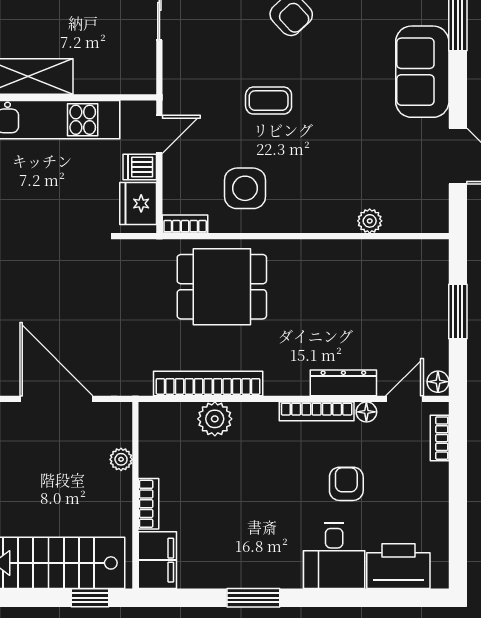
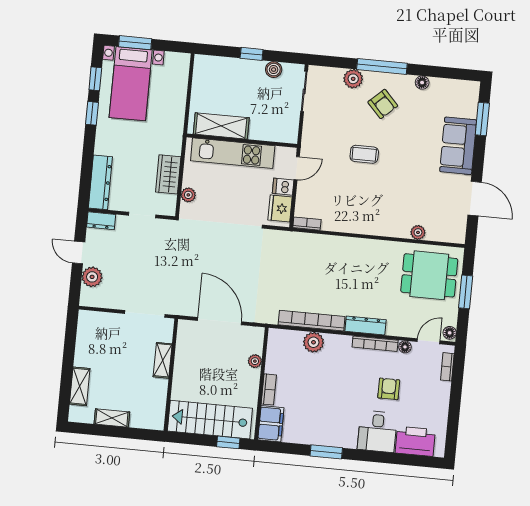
side table: (245, 188) -> (345, 206), removed
dining table: (222, 287) -> (429, 275), moved
dresser: (343, 383) -> (366, 325), moved

